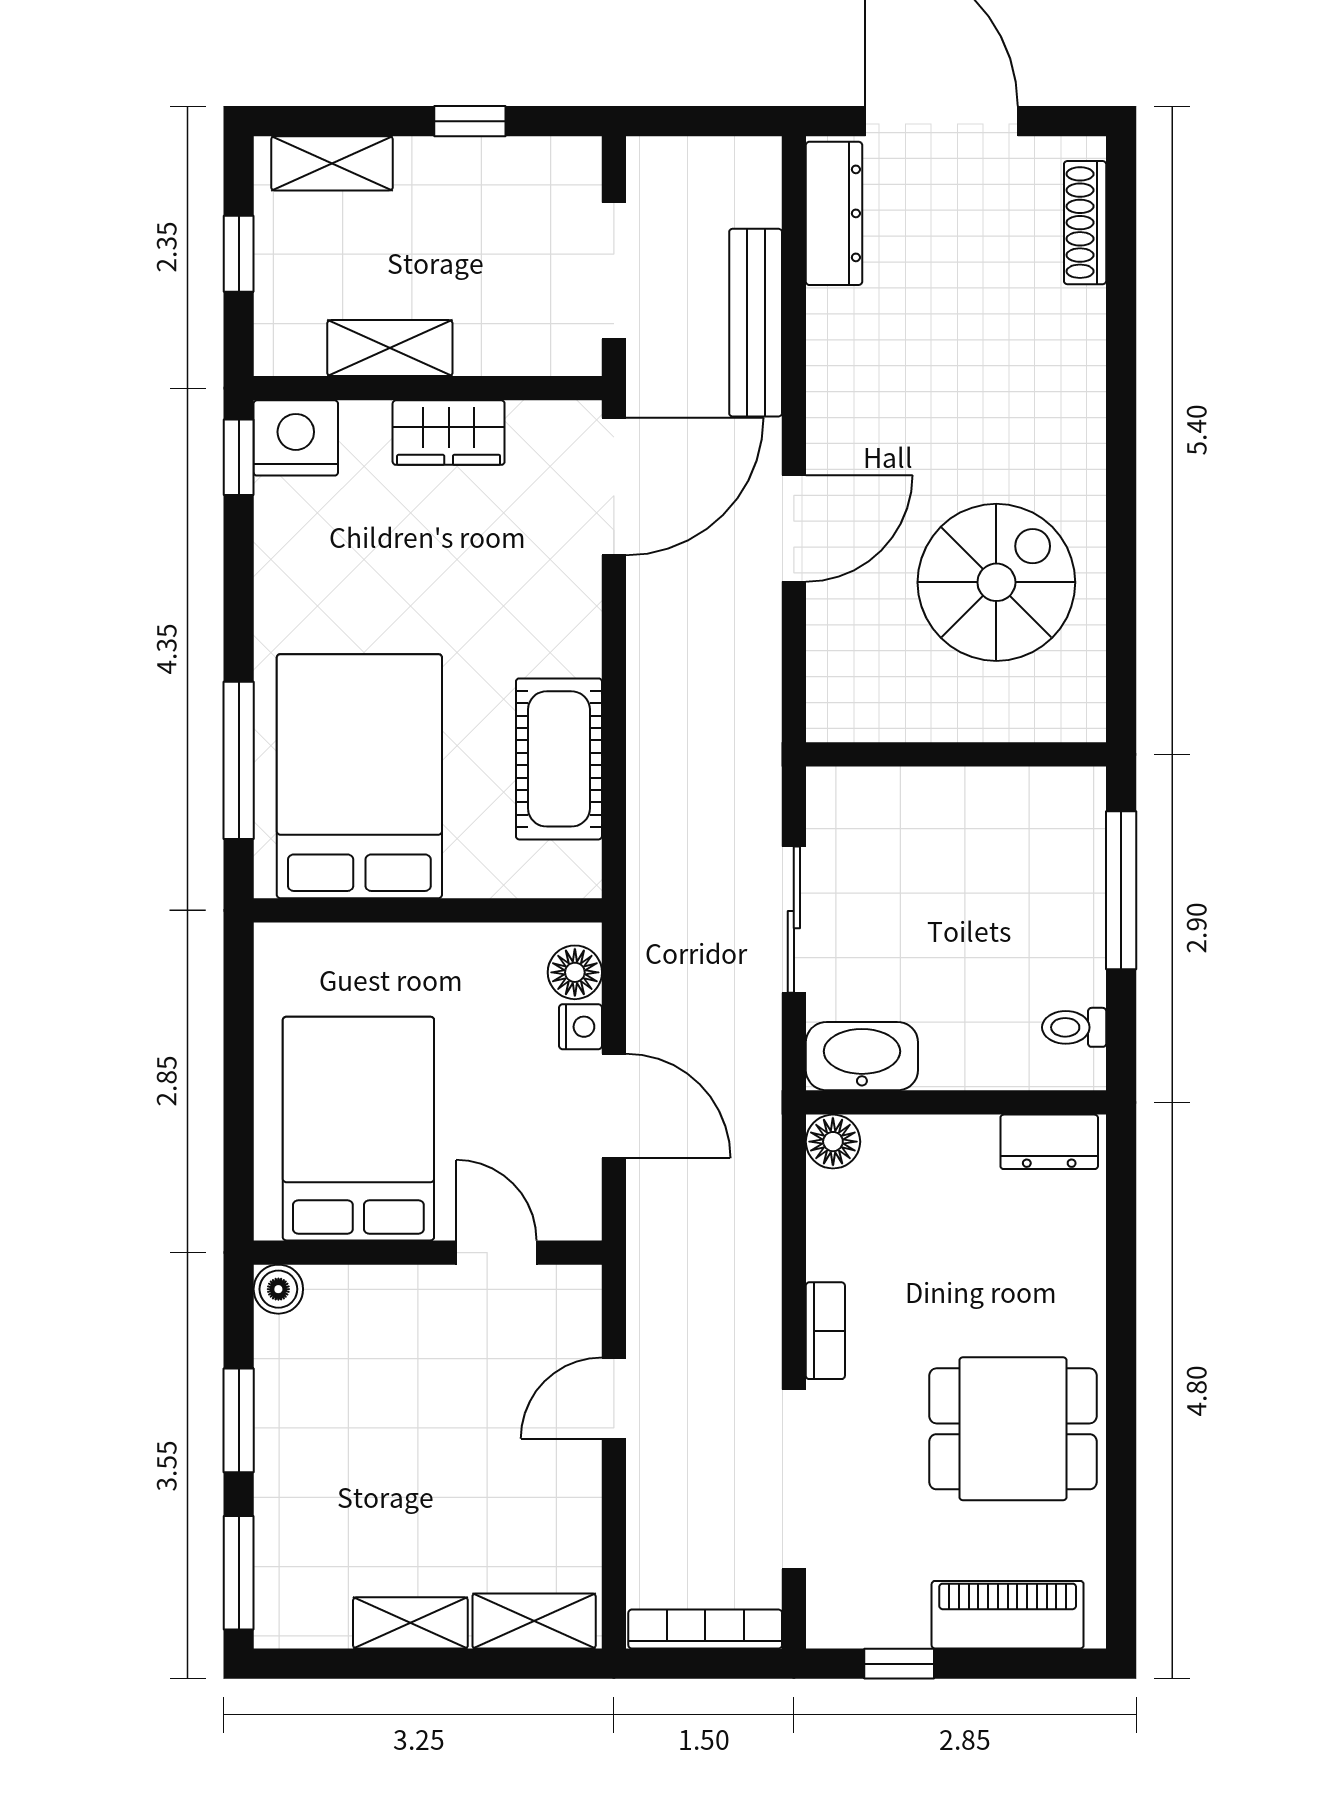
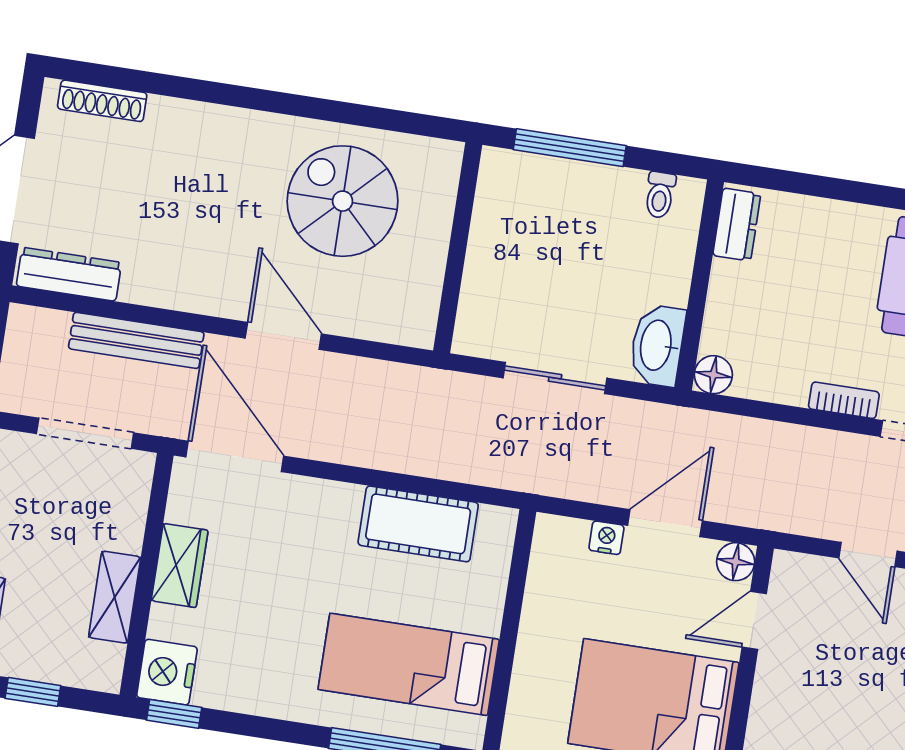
bed: (359, 776) -> (409, 664), width x0.67
floor lamp: (575, 972) -> (736, 562), moved

